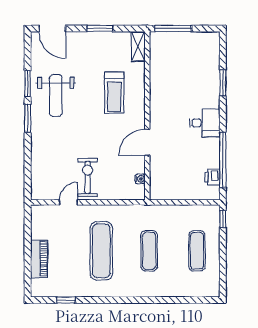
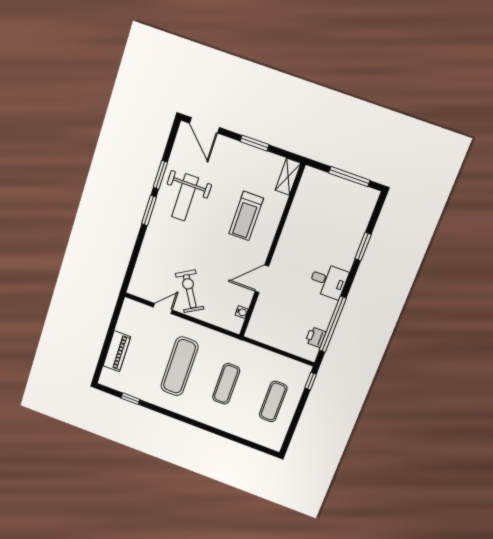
window: (173, 29) -> (349, 177), moved
exercise bike: (88, 177) -> (190, 291), turned -31

